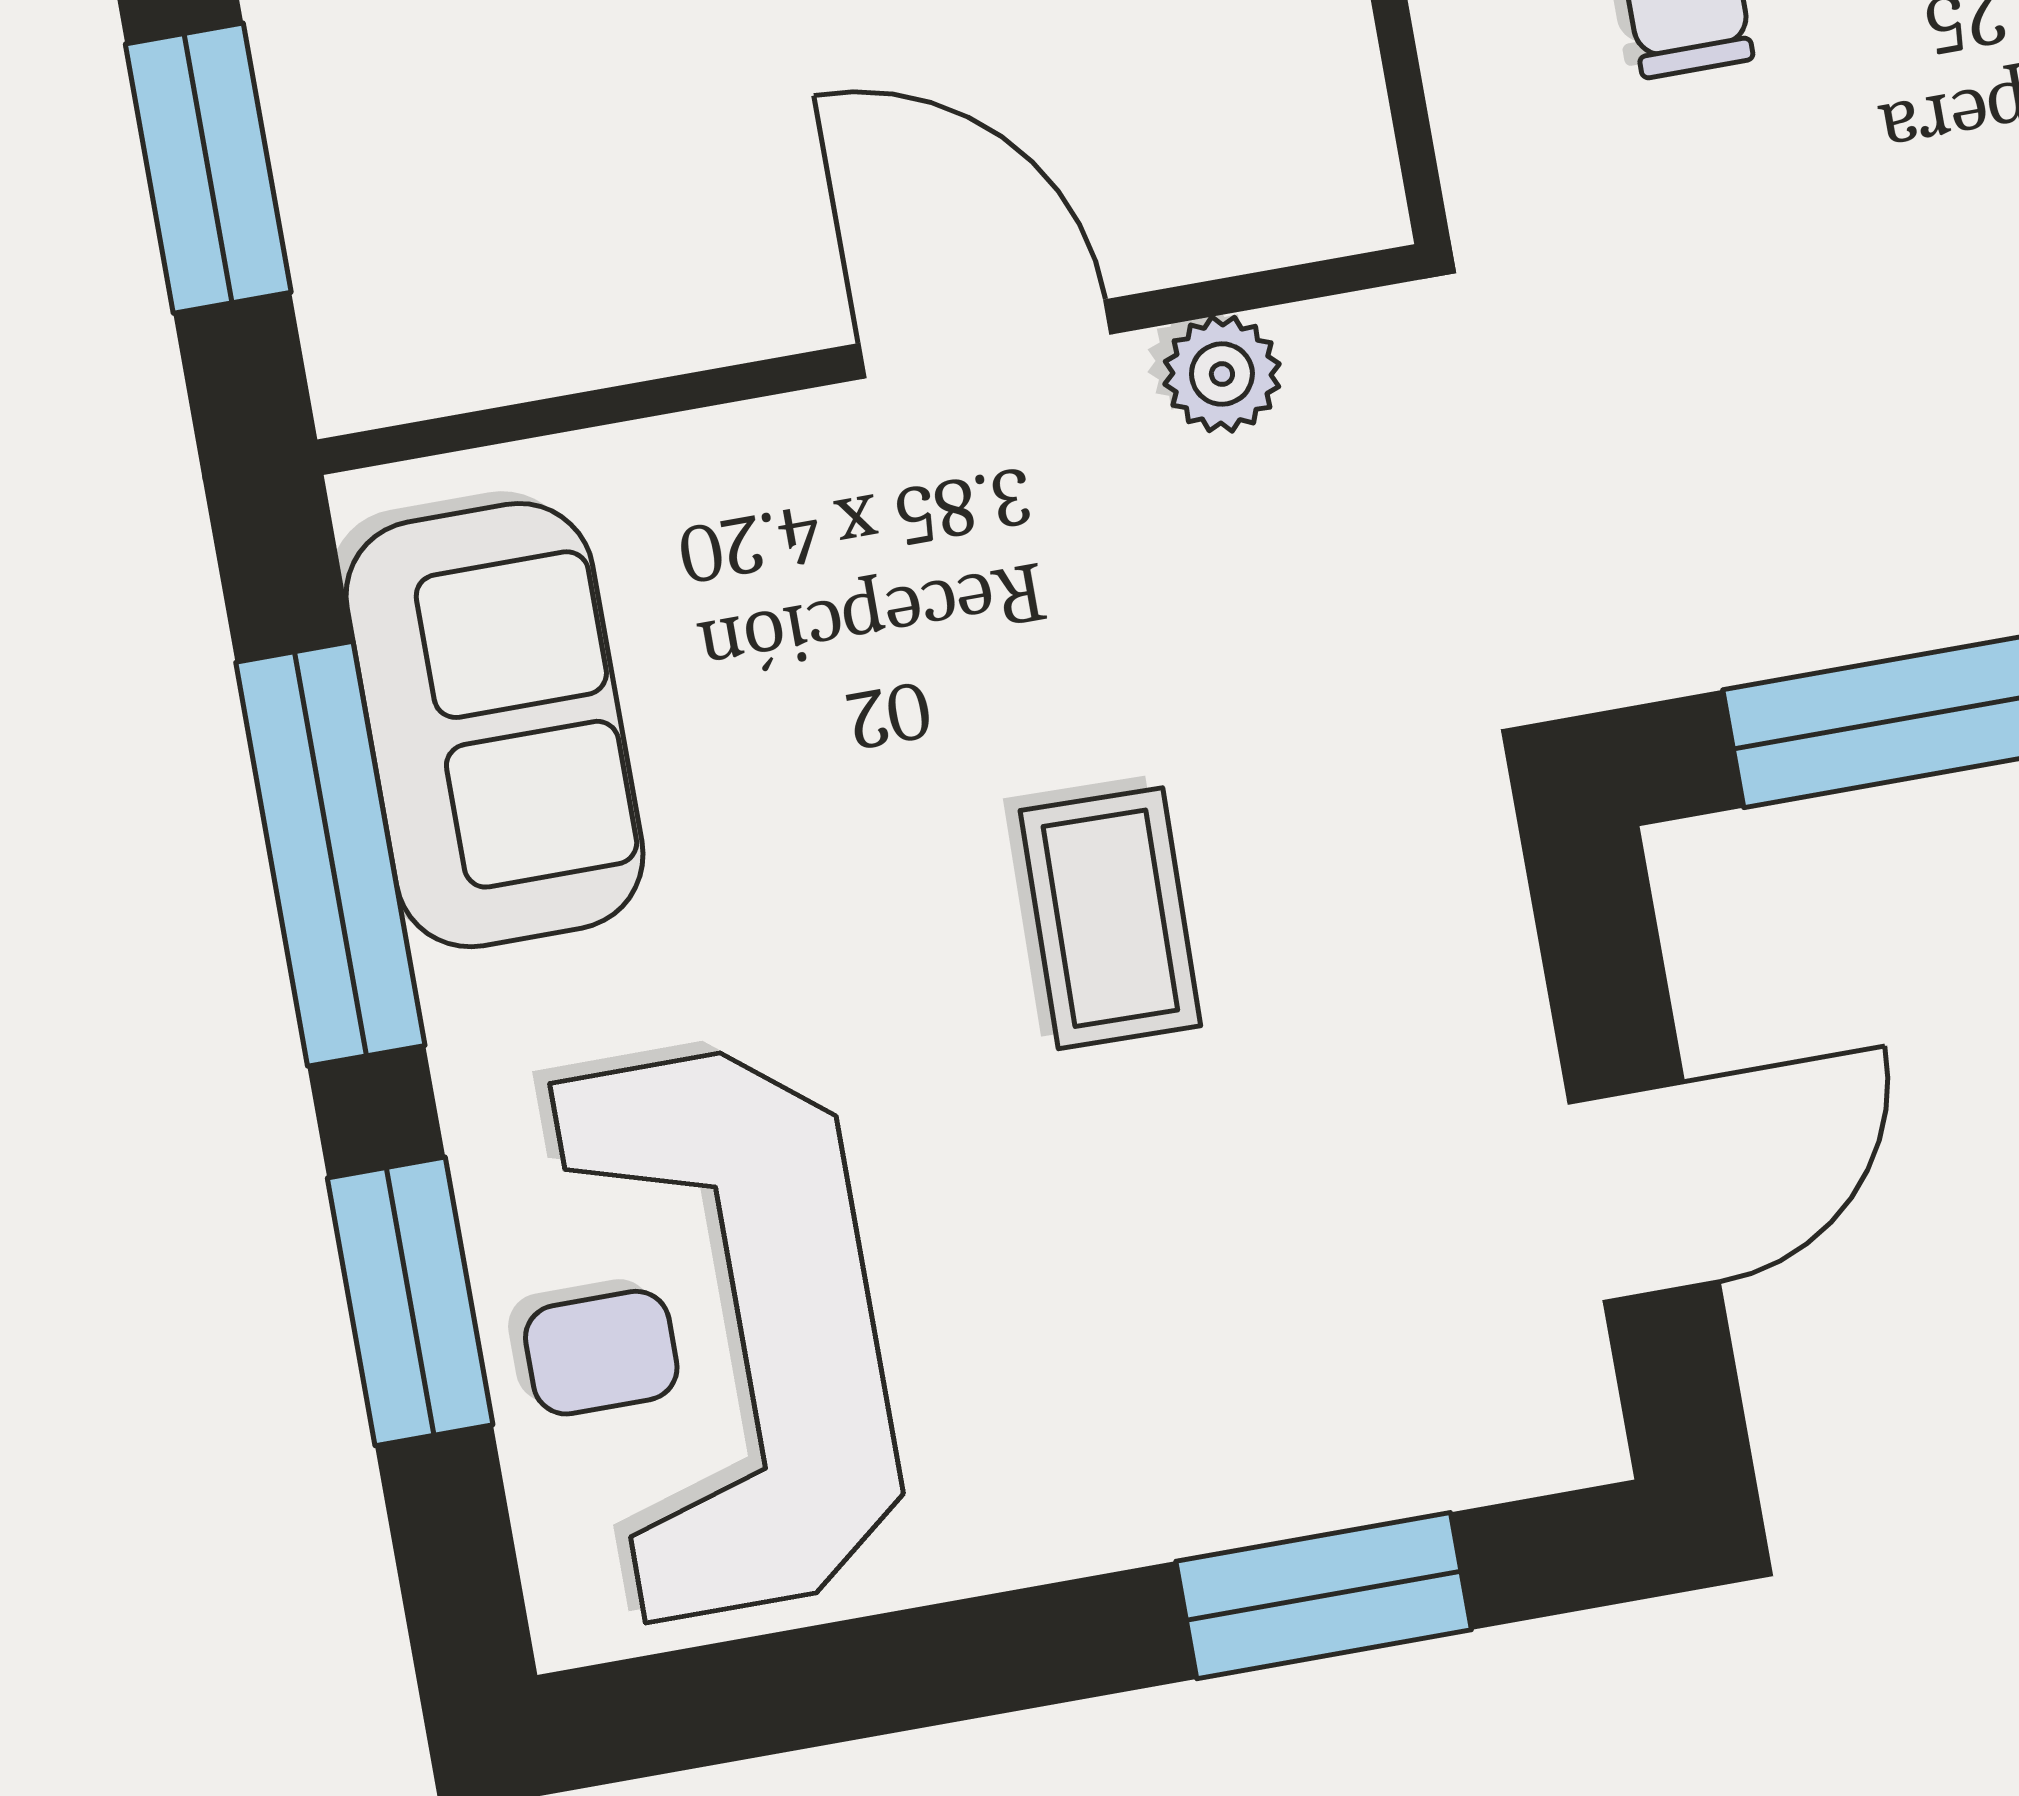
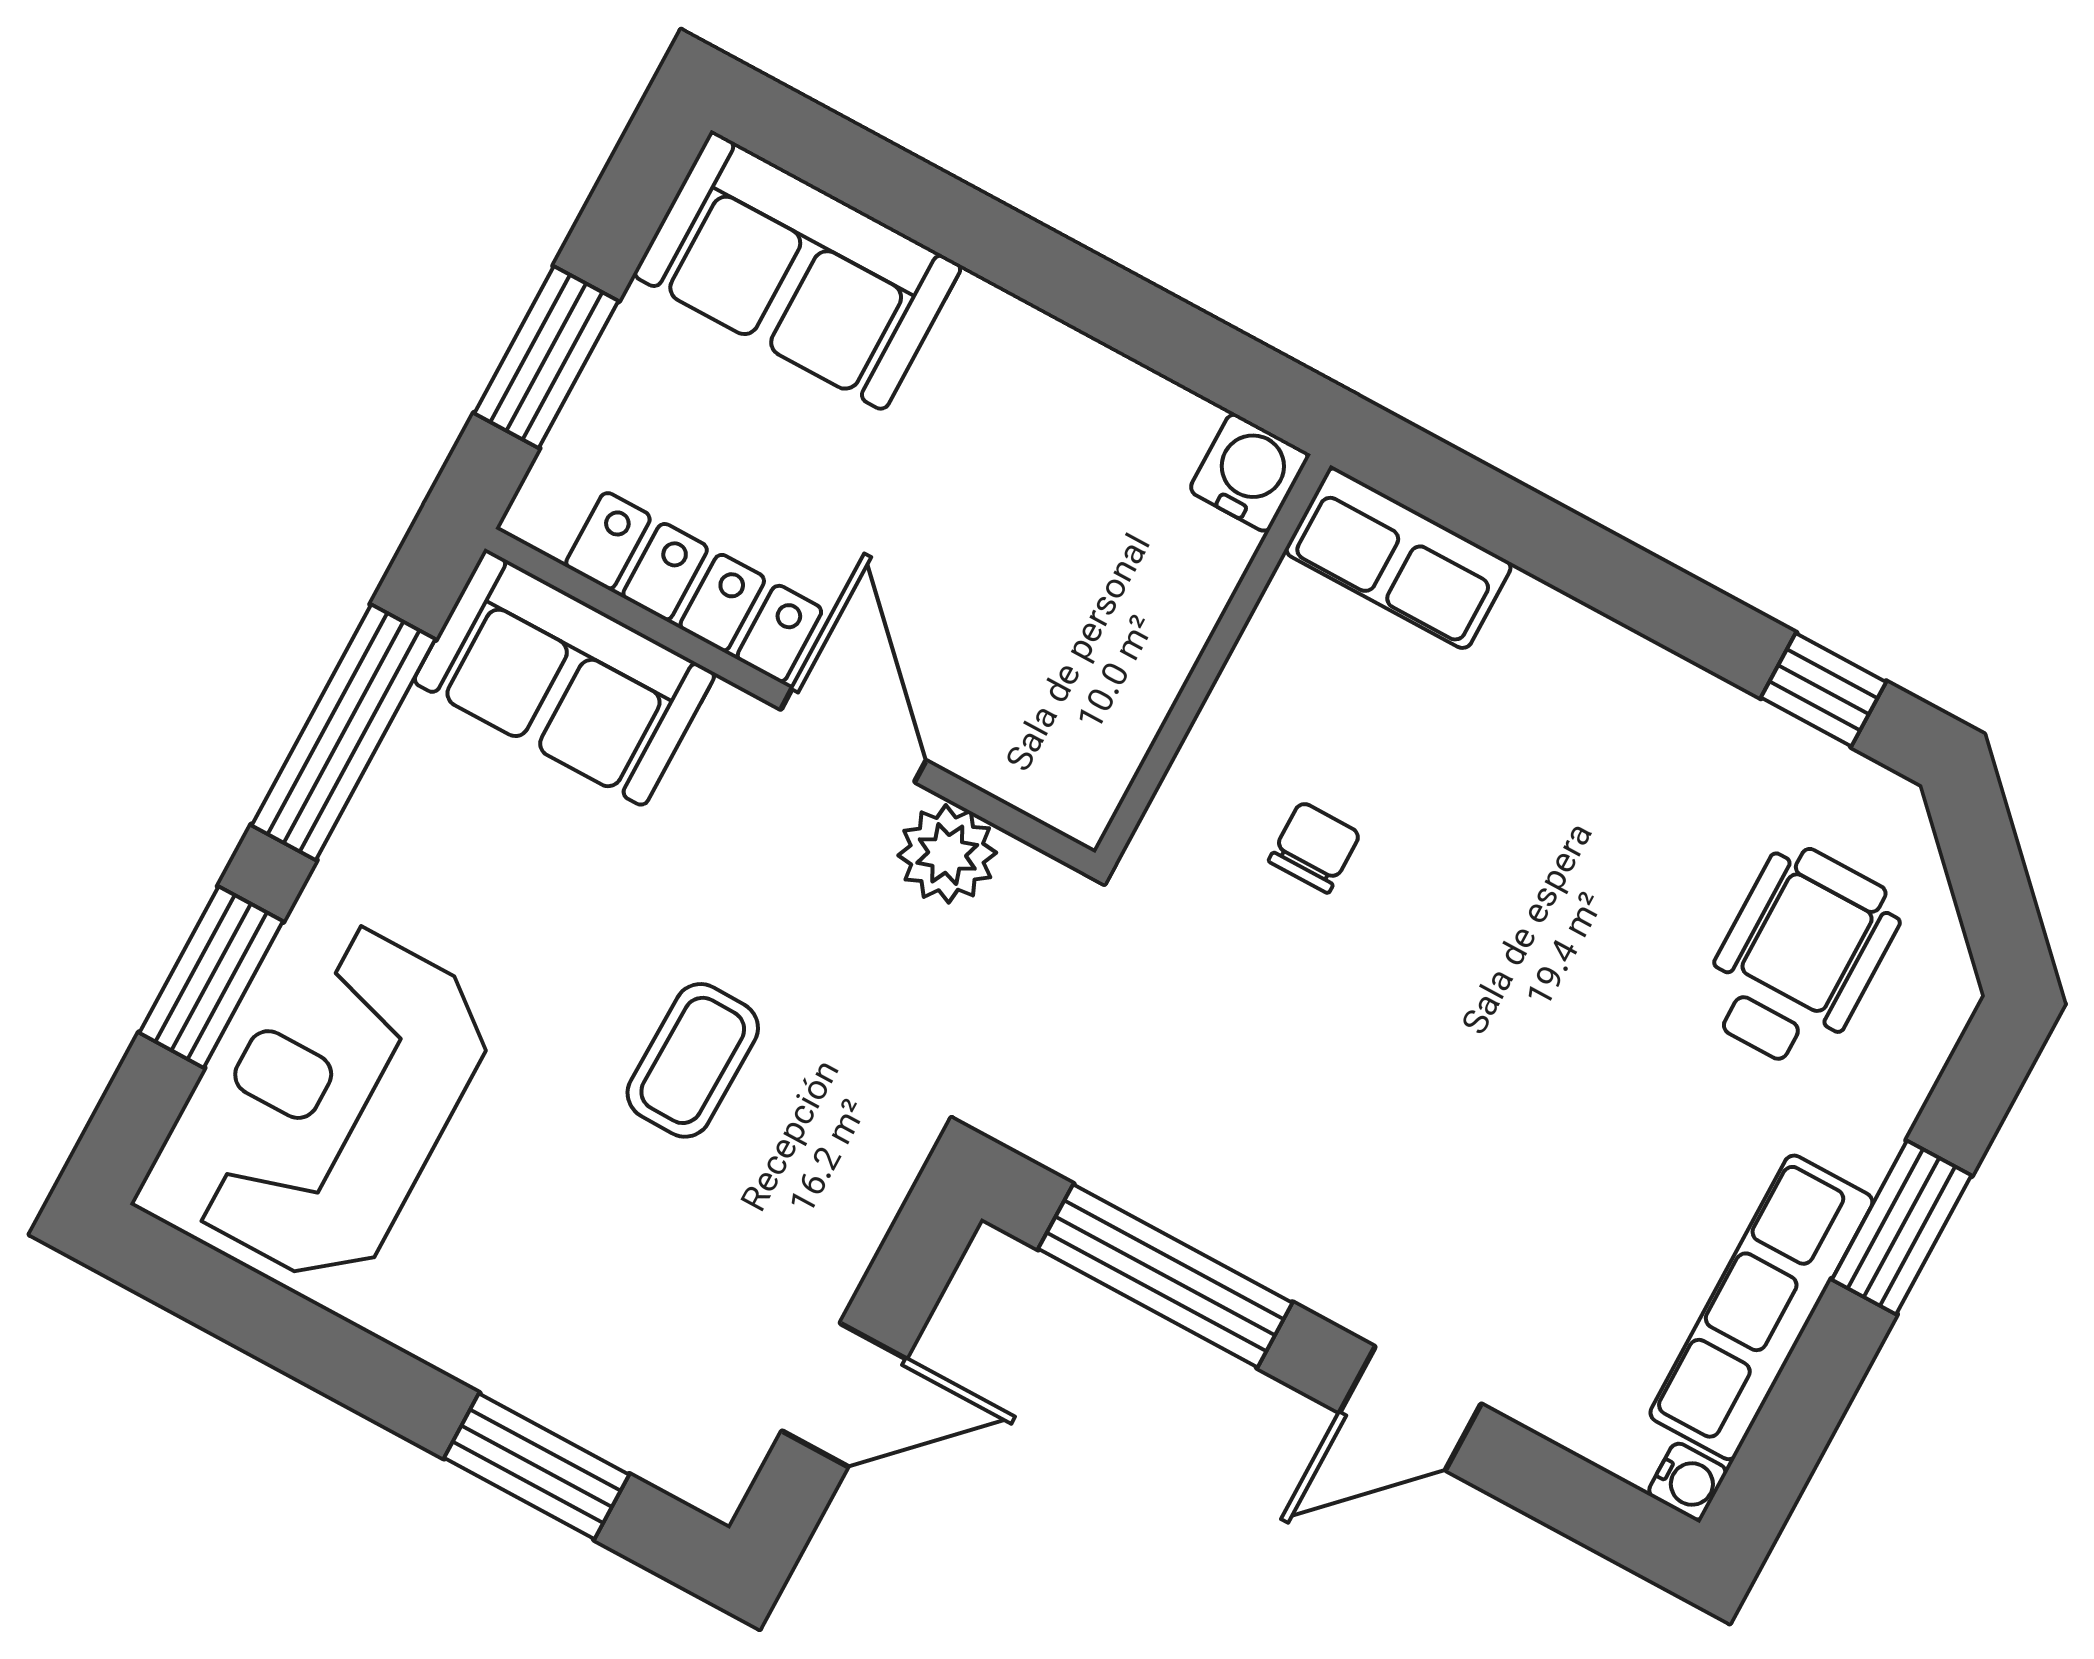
locker: (631, 312) -> (694, 587), added
plant: (1222, 374) -> (947, 854), width x1.38, depth x1.38
sofa: (495, 725) -> (564, 678), moved, turned 90

